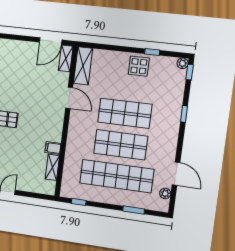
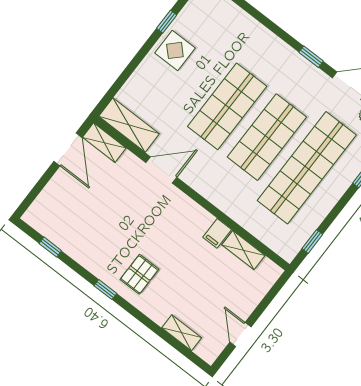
window: (184, 114) -> (311, 57), moved

